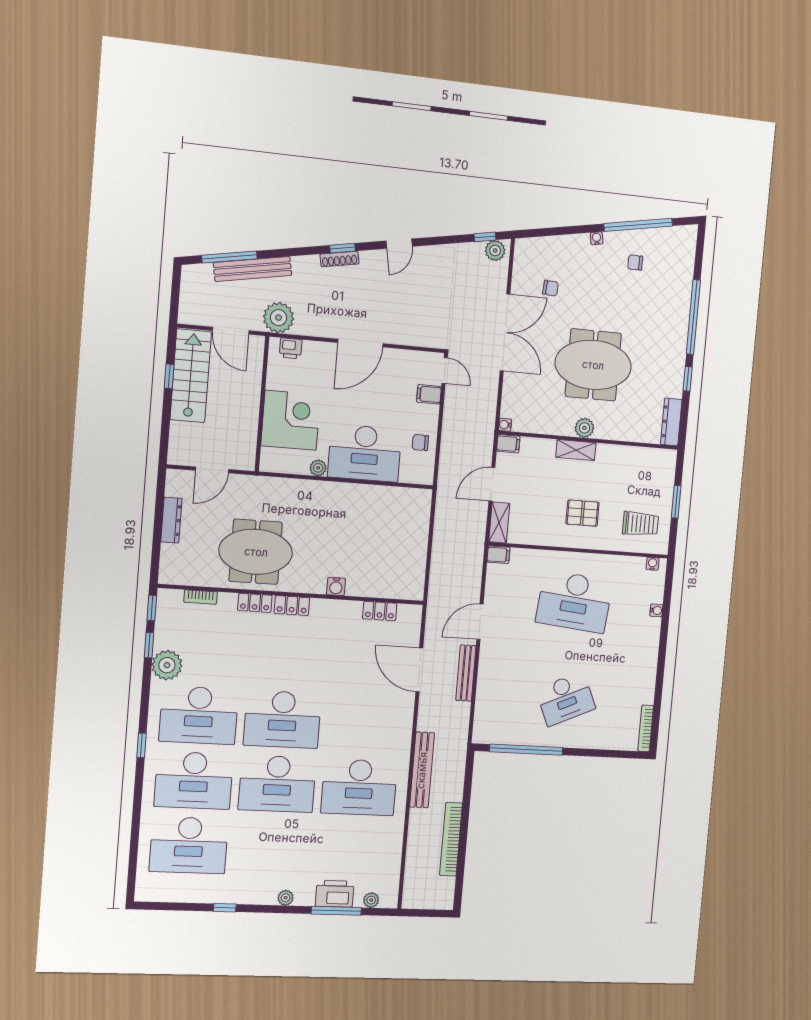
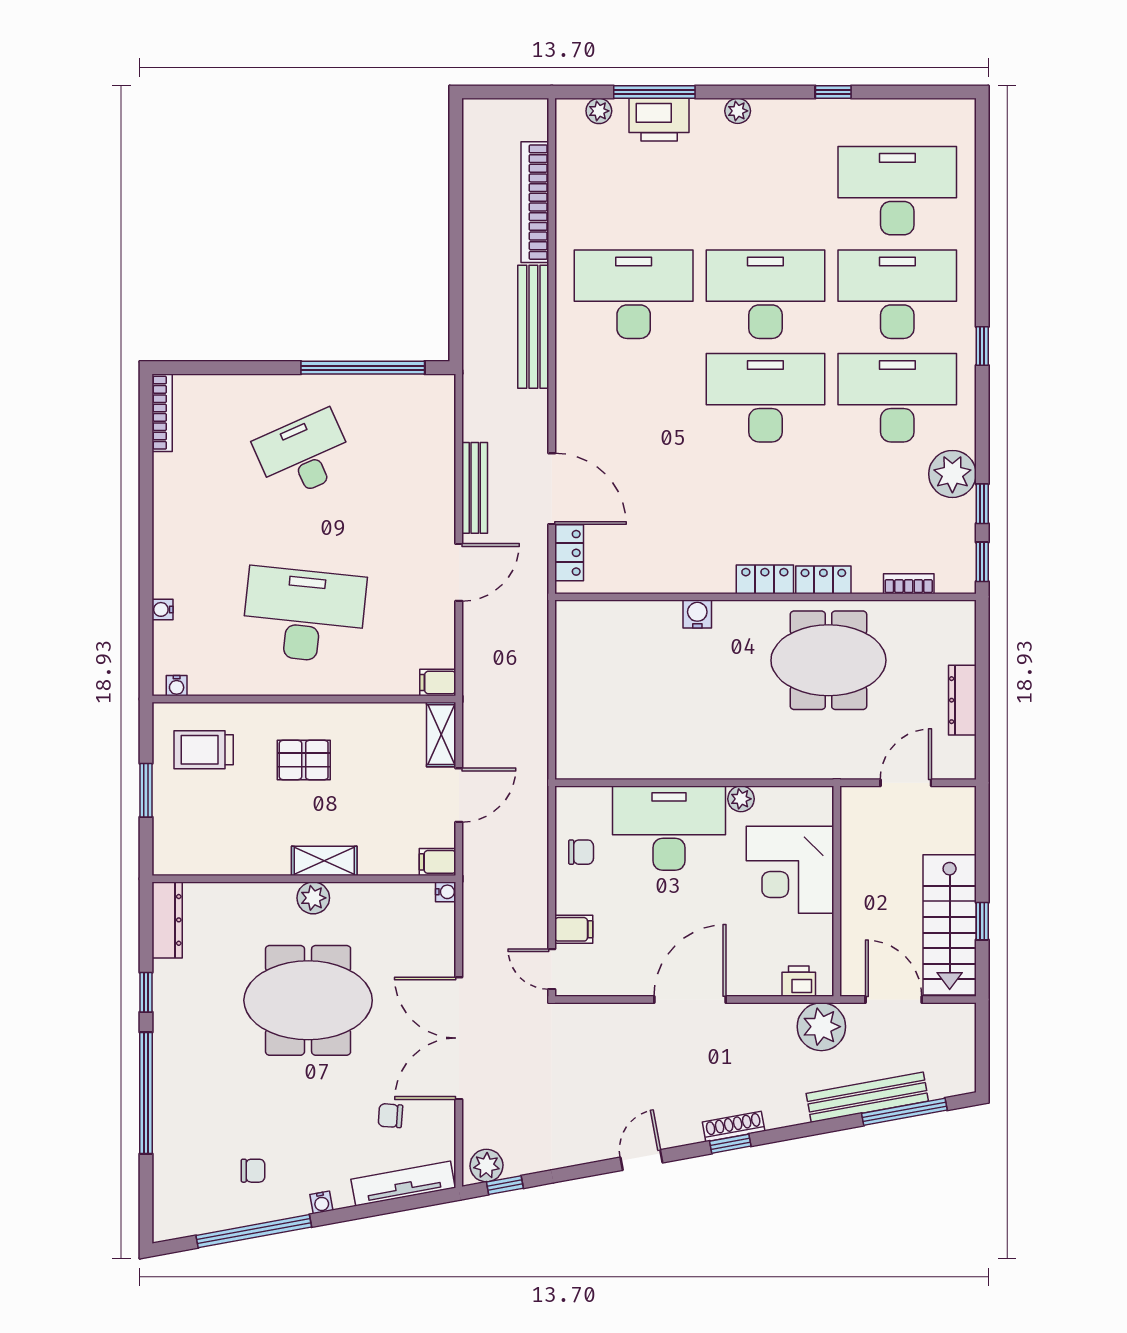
tv unit: (547, 245) -> (403, 1184), added
locker: (380, 611) -> (569, 553), moved, turned 90
bookcase: (451, 839) -> (535, 202), moved, turned 180

